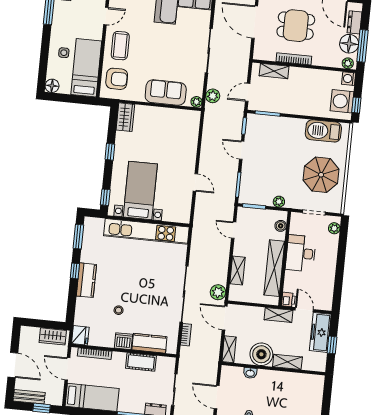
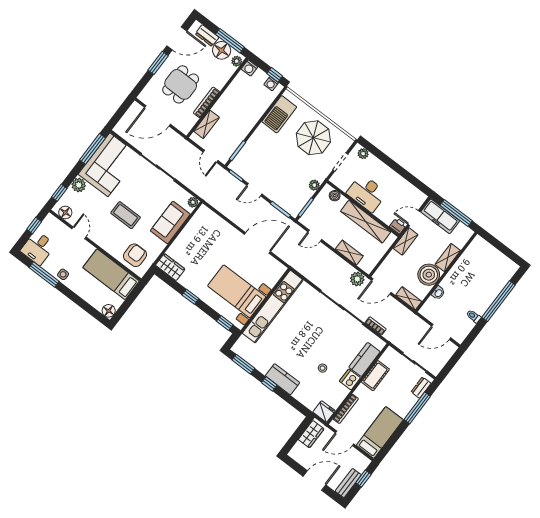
coffee table: (120, 46) -> (126, 215), moved
side table: (64, 53) -> (63, 274), moved
plant: (213, 96) -> (196, 186), removed
washing machine: (342, 101) -> (271, 84), width x0.53, depth x0.53
door: (195, 182) -> (257, 243), width x1.87
window: (332, 345) -> (456, 213), width x2.17

